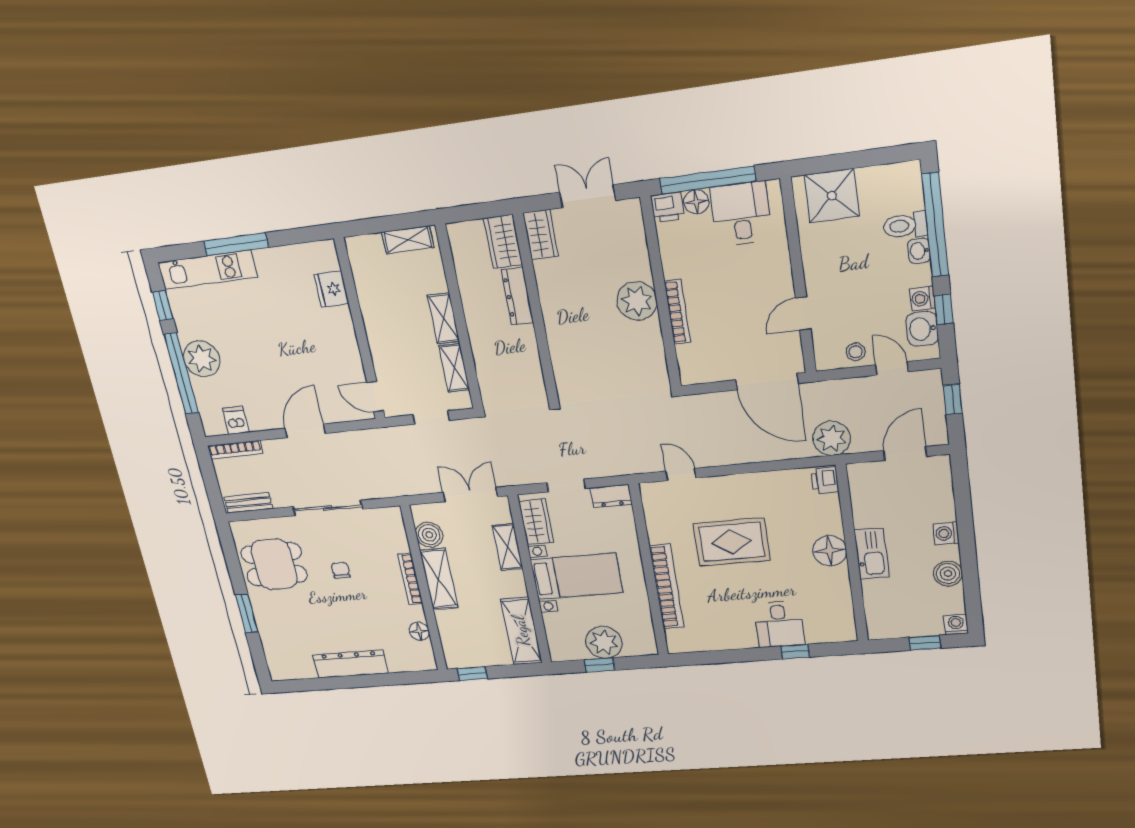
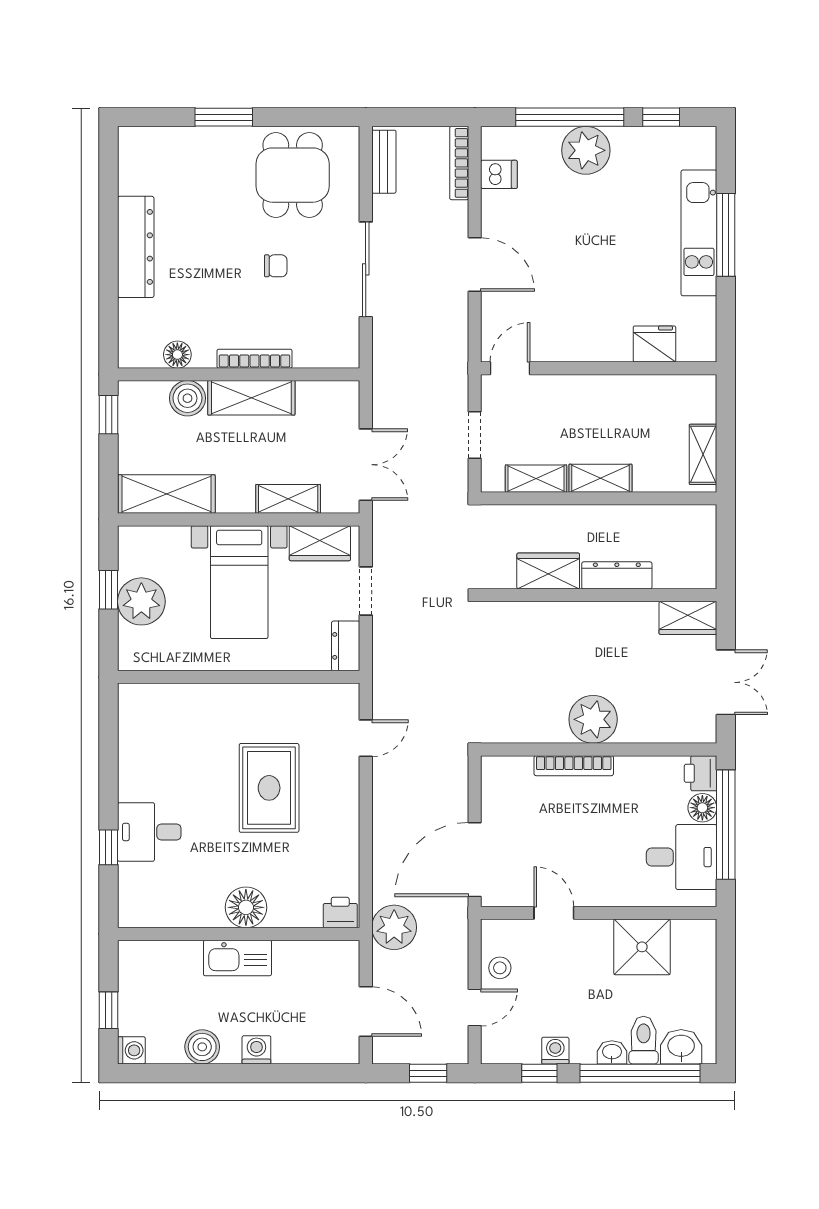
shower: (832, 196) -> (642, 947), moved
wardrobe: (503, 242) -> (548, 571), moved
kitchen unit: (207, 270) -> (699, 233), moved
washbasin: (922, 329) -> (681, 1047), moved
boiler: (429, 535) -> (187, 398), moved
bookcase: (667, 587) -> (214, 696), removed

